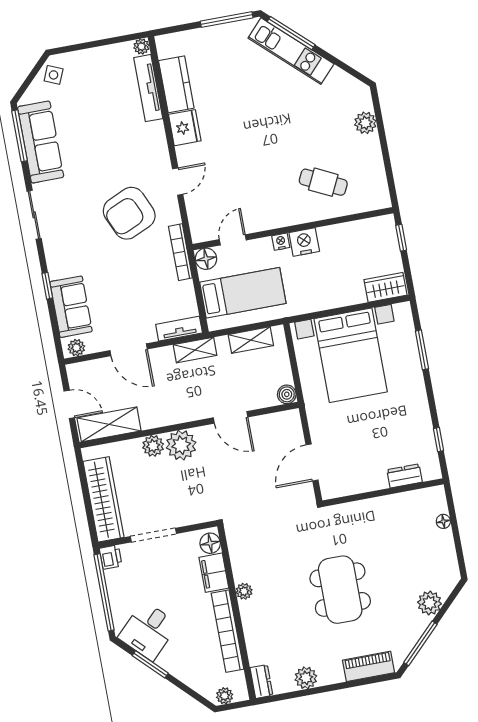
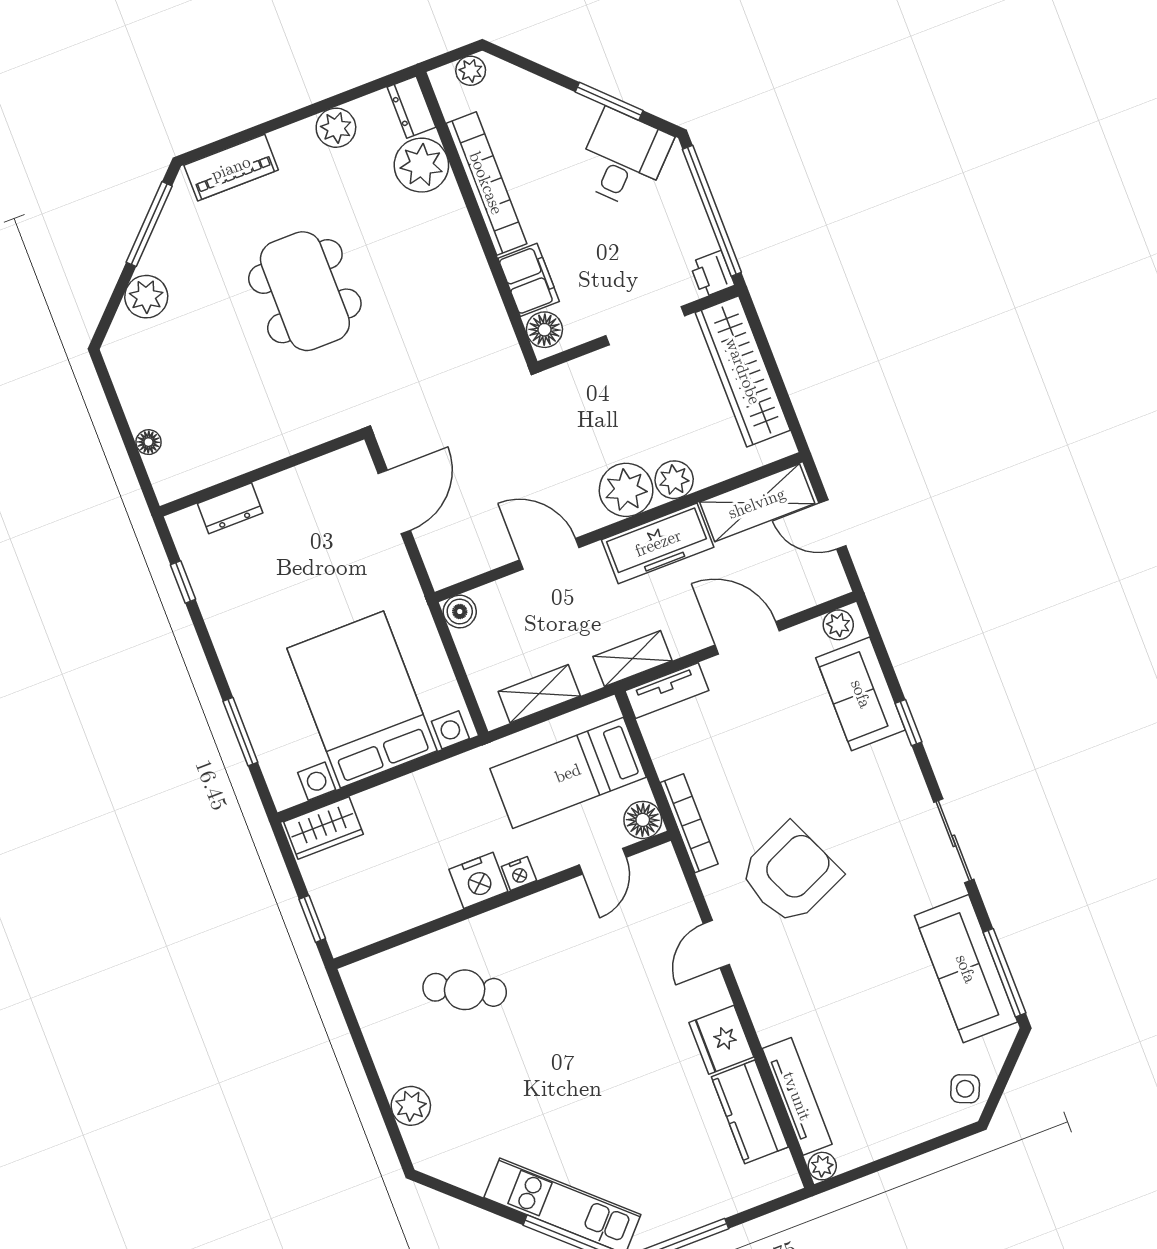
freezer: (169, 412) -> (658, 543), added
plant: (244, 591) -> (421, 165), moved, width x1.88, depth x1.88

